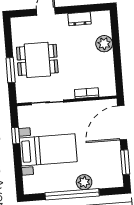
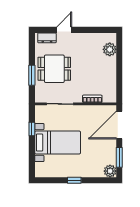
dresser: (80, 19) -> (47, 38), moved
plant: (104, 44) -> (110, 49), moved
plant: (84, 182) -> (110, 171), moved
window: (72, 194) -> (74, 180), width x0.32

